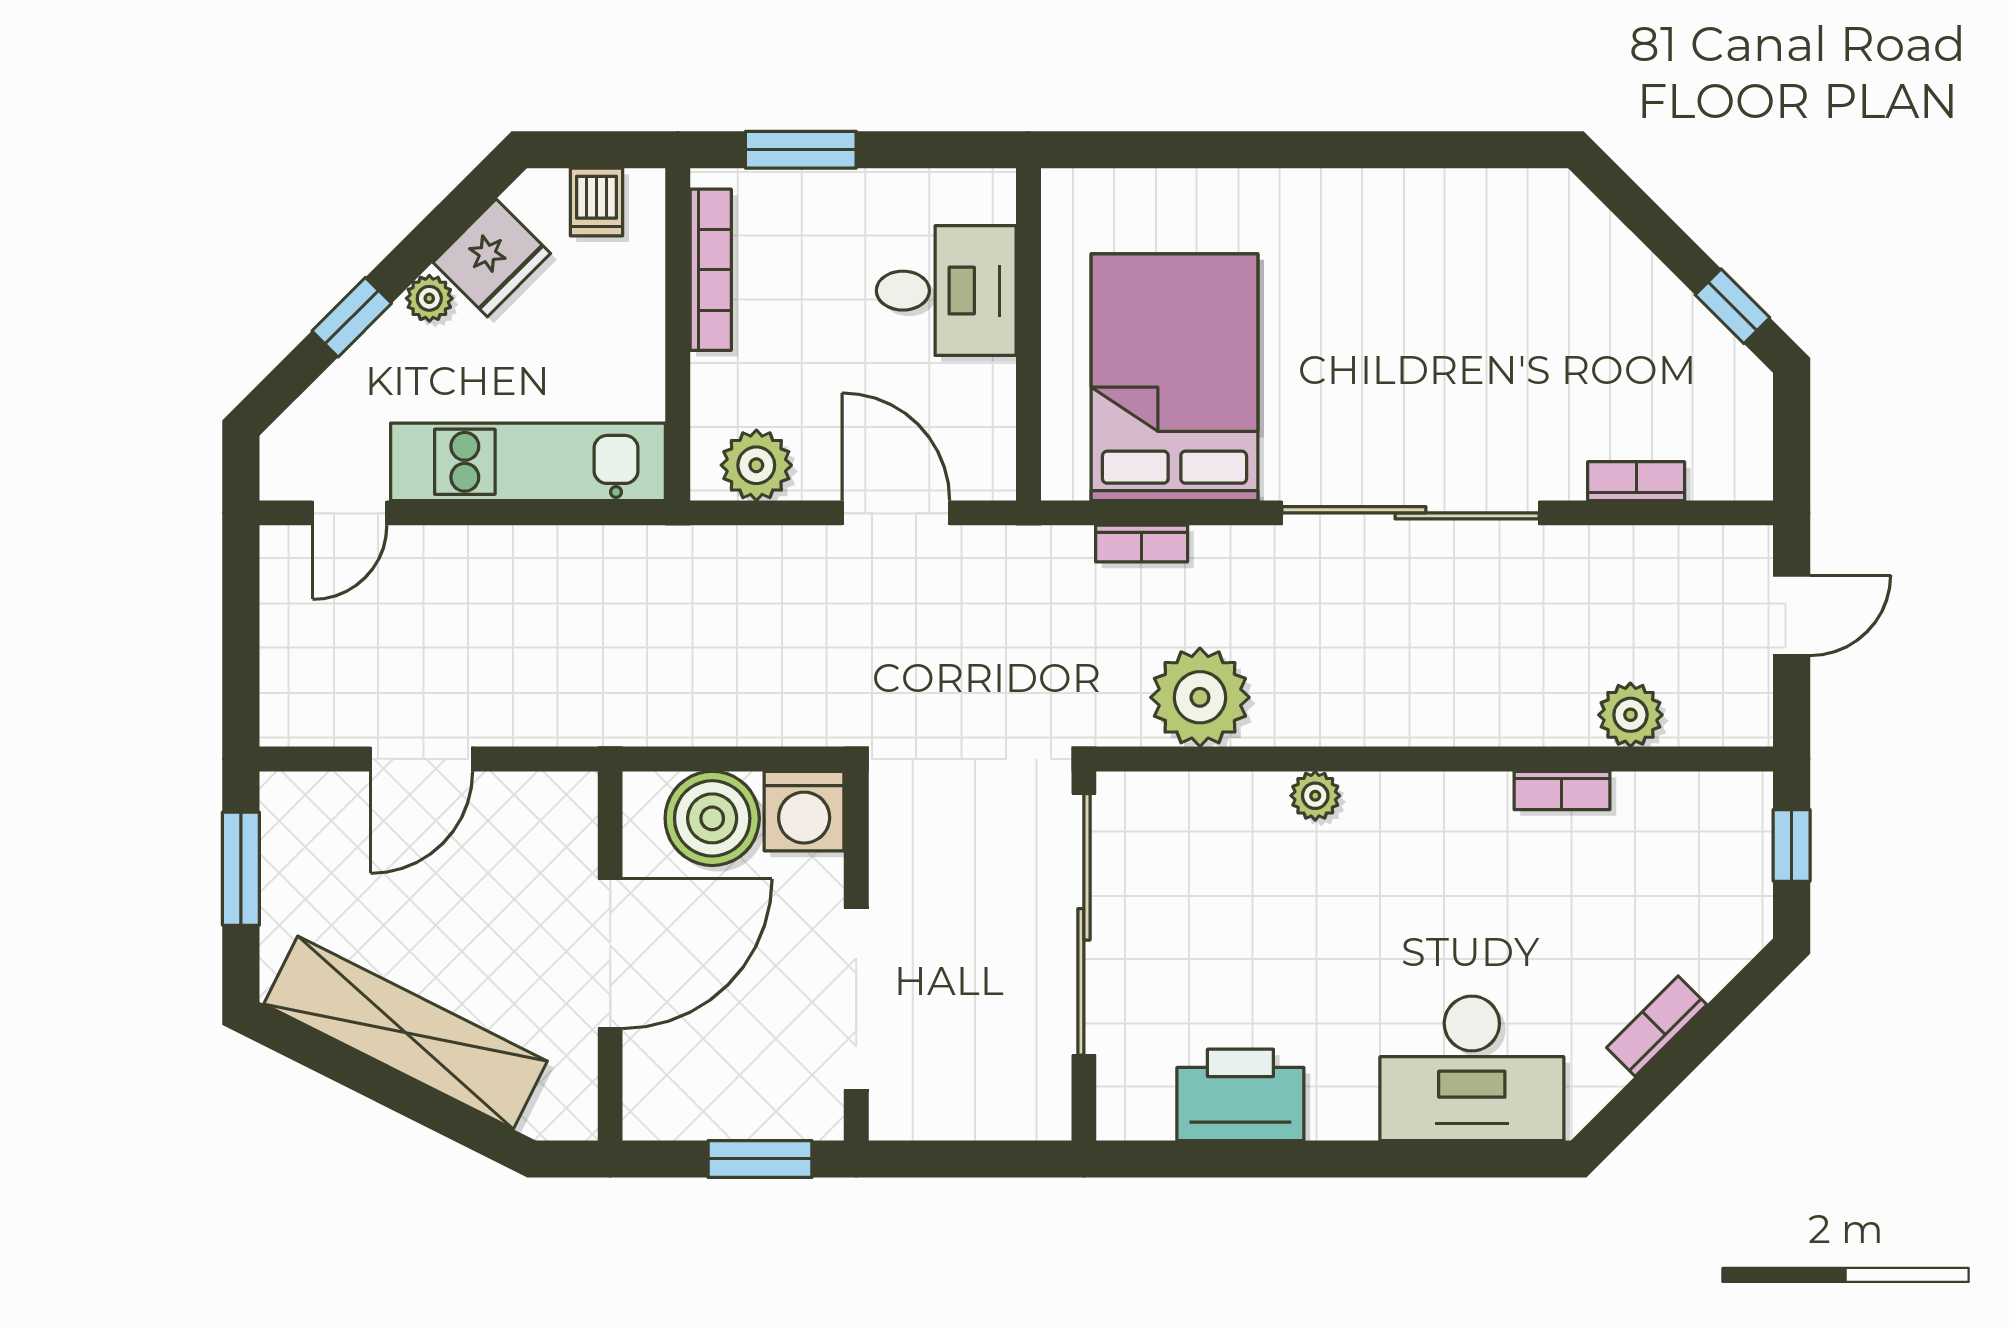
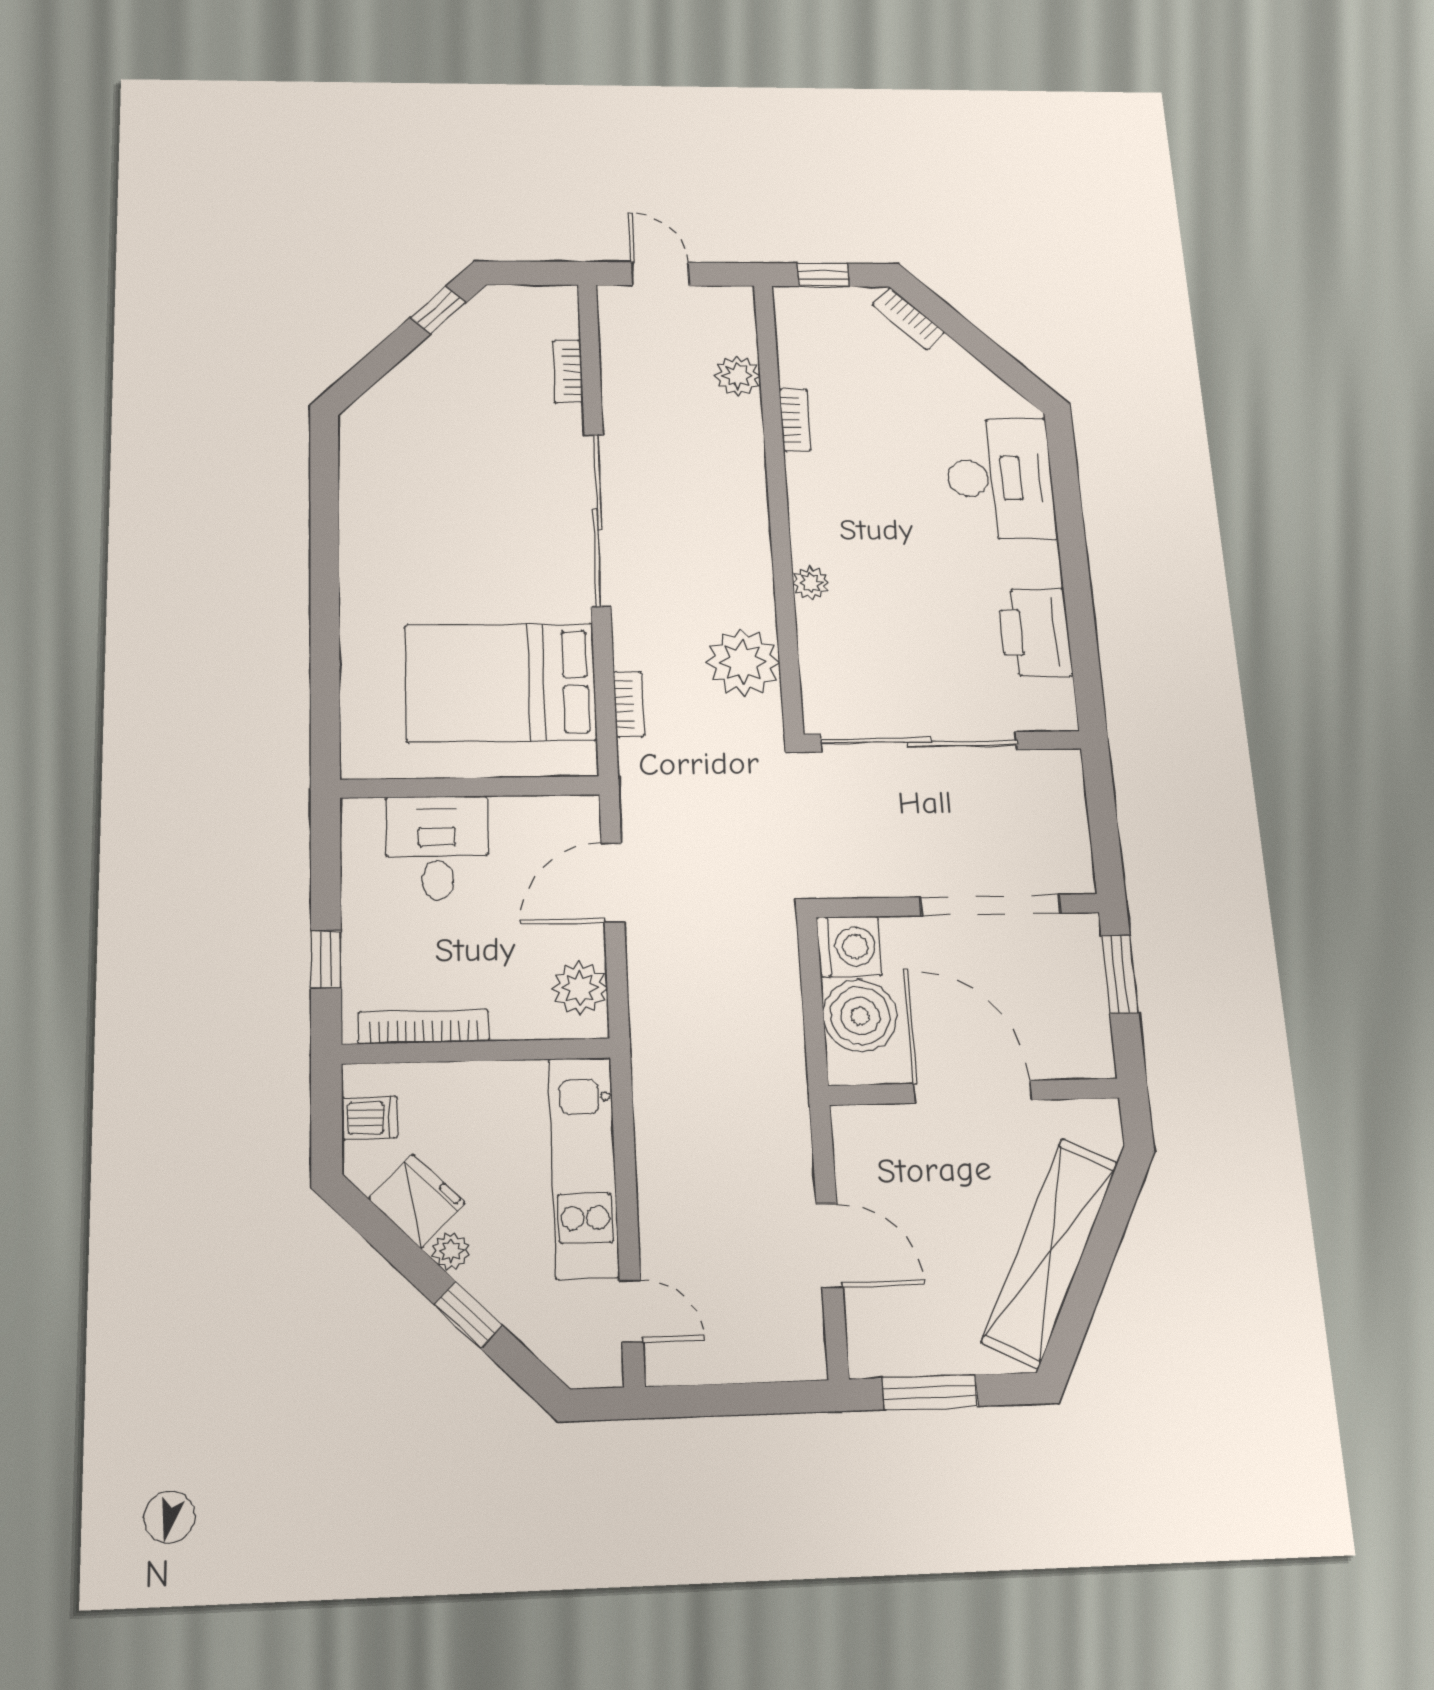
window: (801, 150) -> (326, 959), width x0.67
bookcase: (1657, 1026) -> (909, 319), moved

